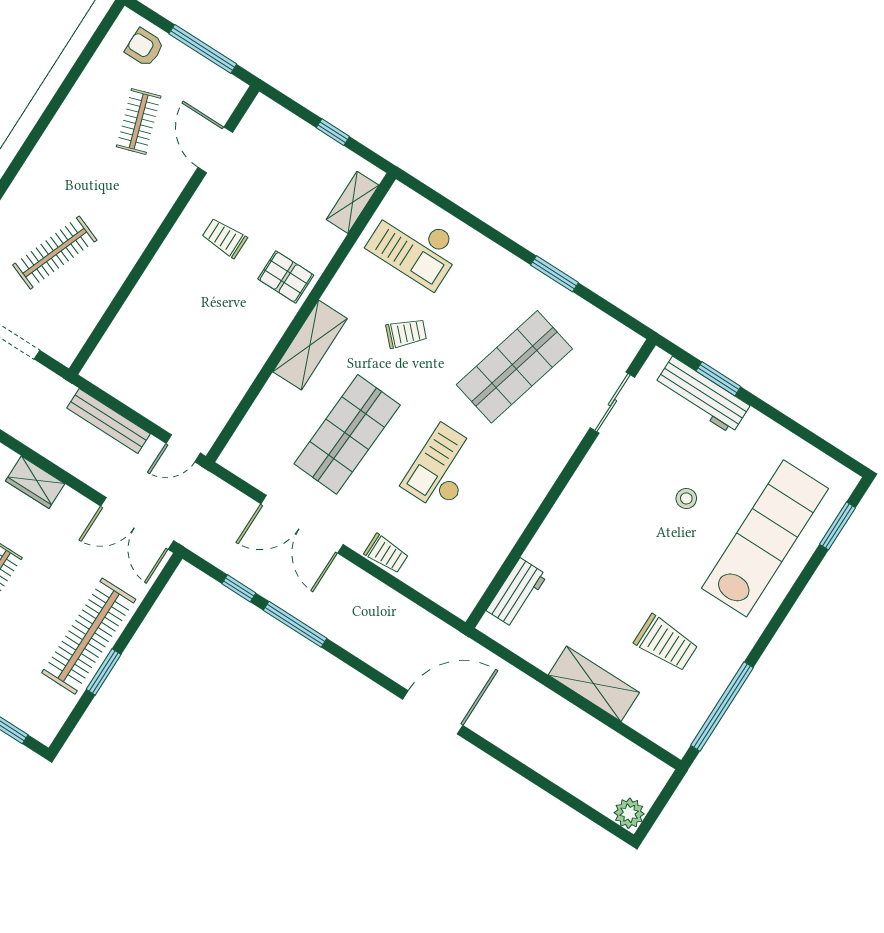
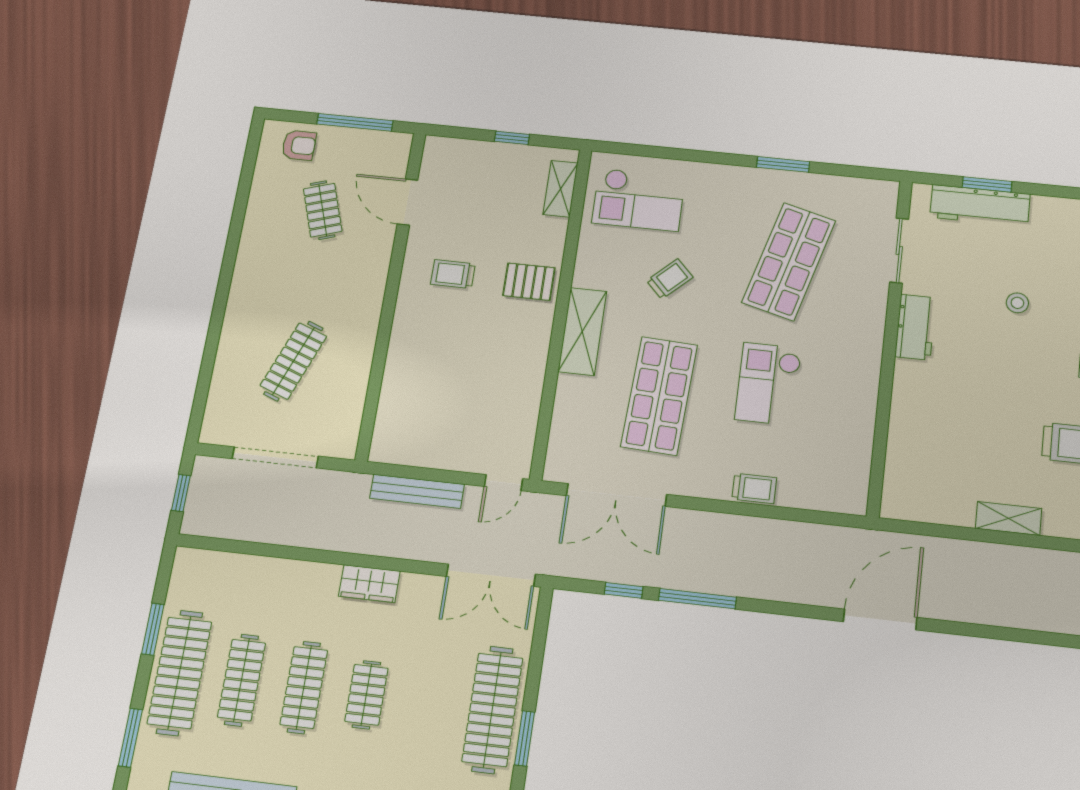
armchair: (144, 47) -> (299, 145), turned 180
double door: (302, 524) -> (616, 495), moved
workbench: (517, 593) -> (915, 327), moved
shelving: (594, 684) -> (1009, 518), width x0.67, depth x0.75

